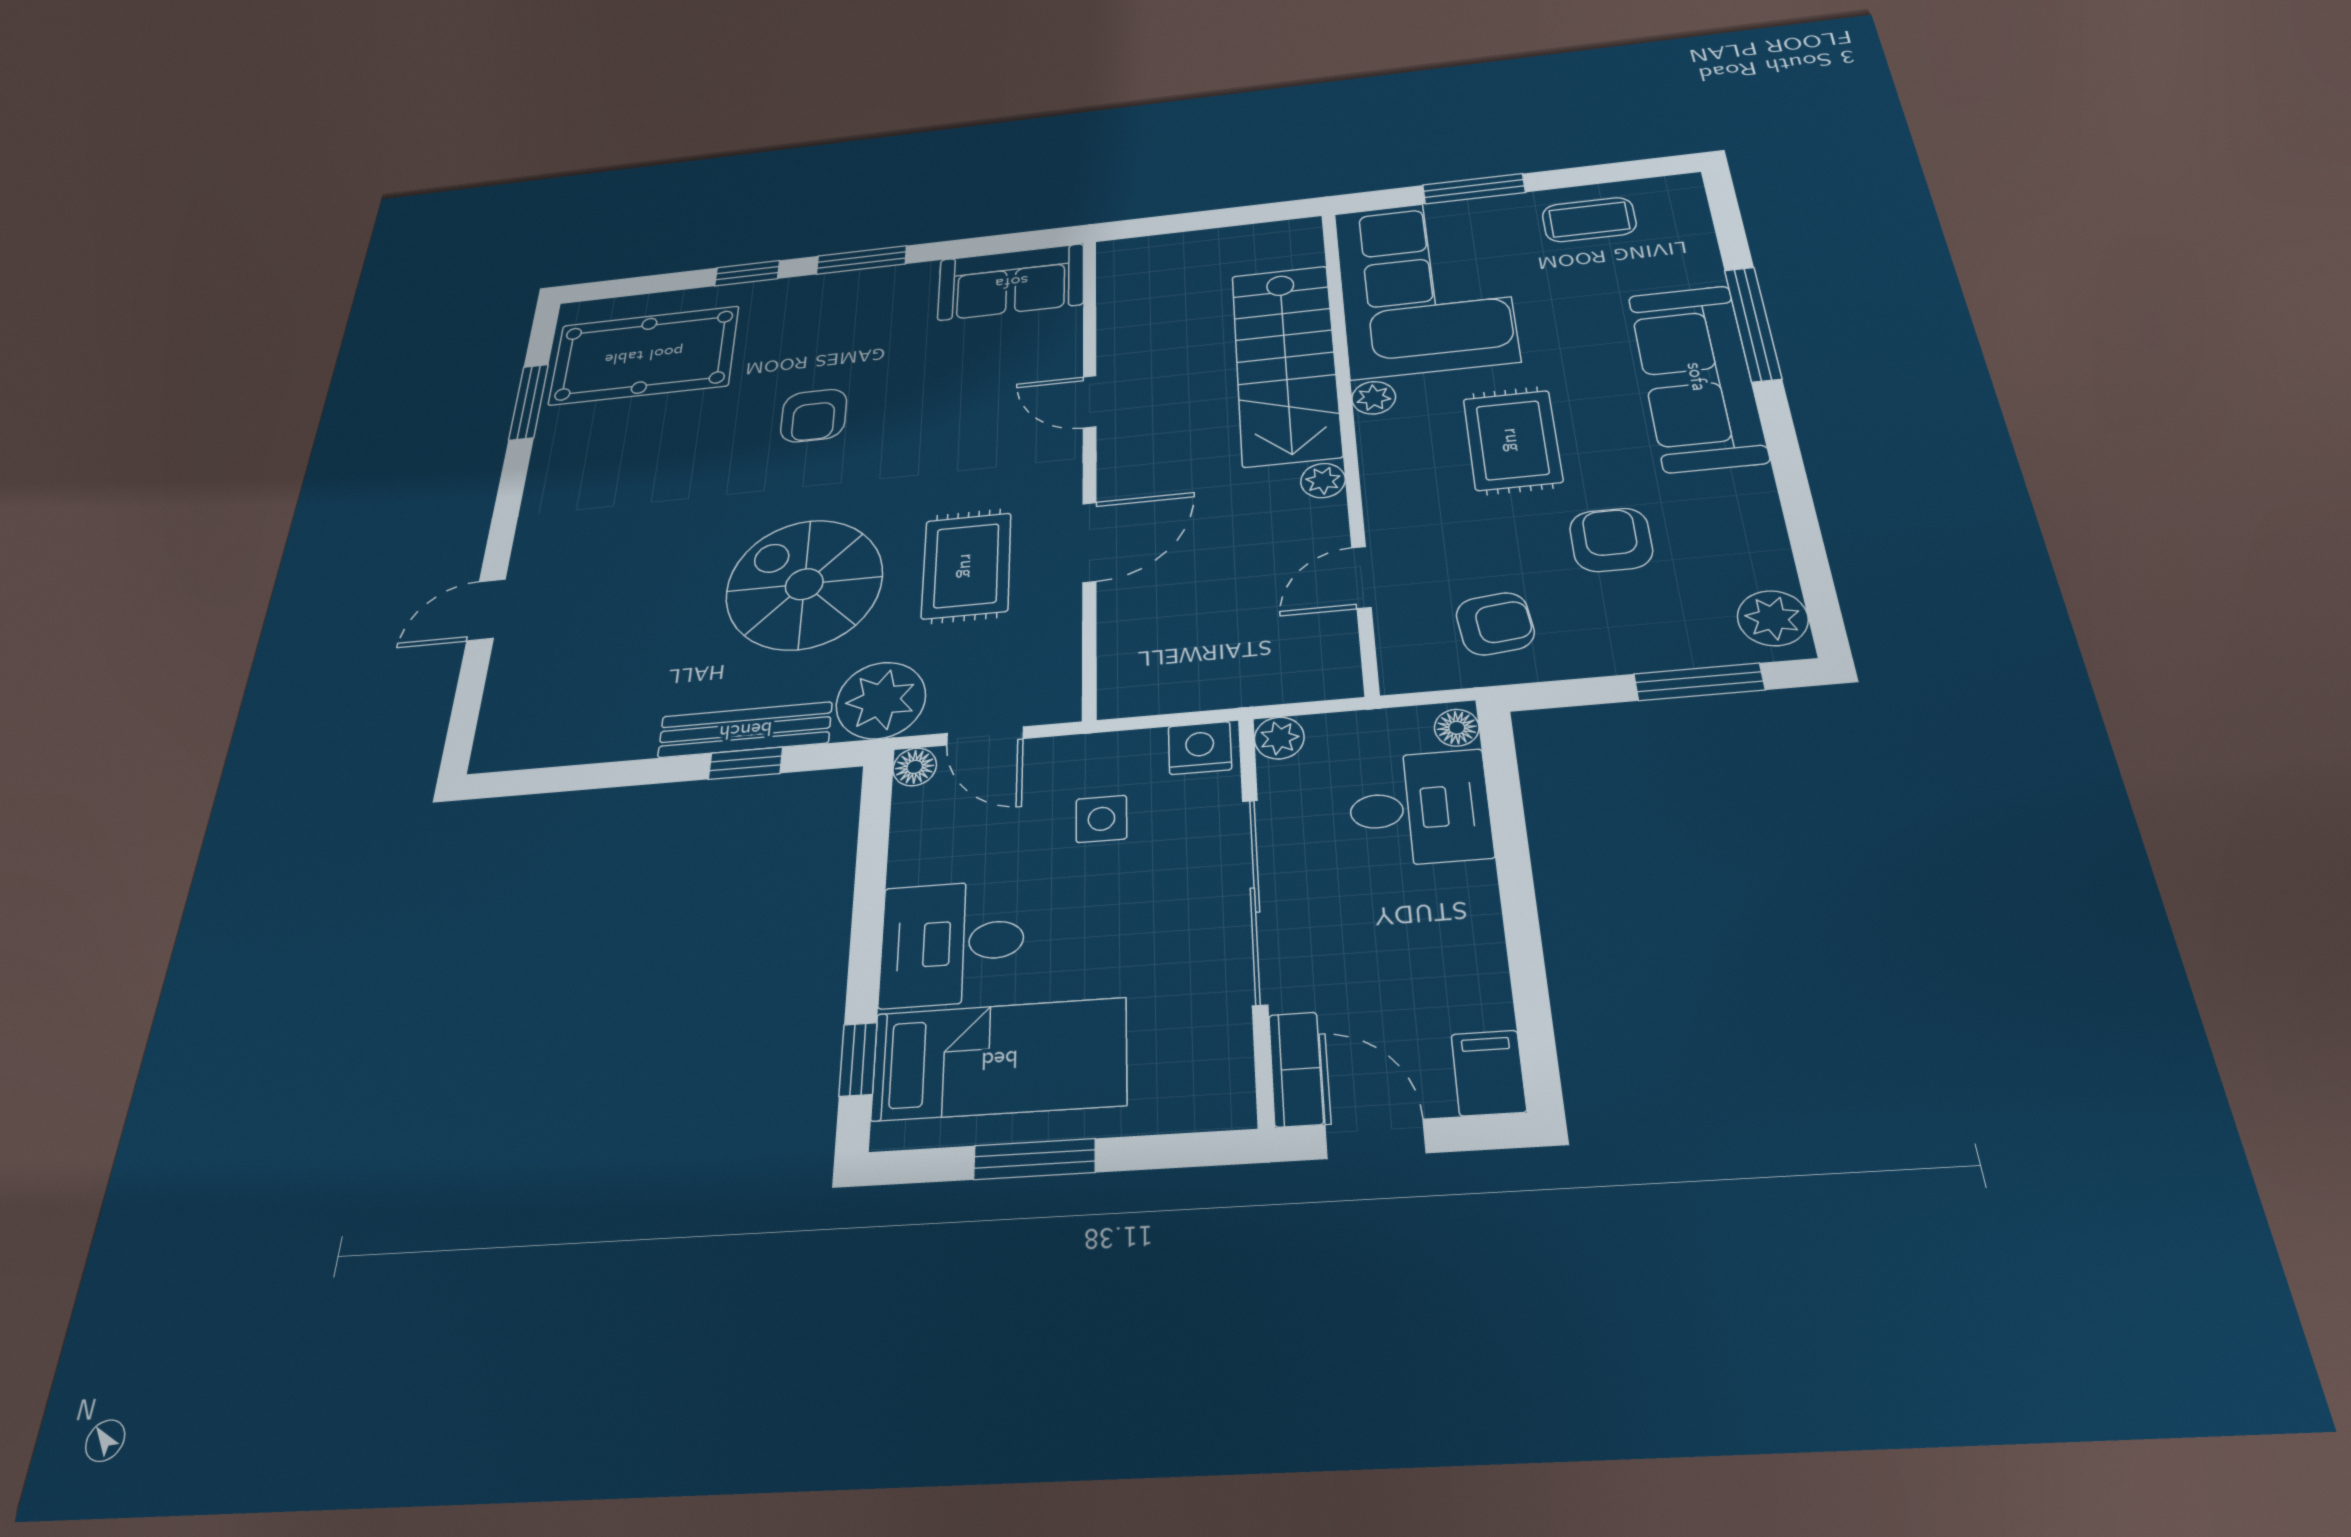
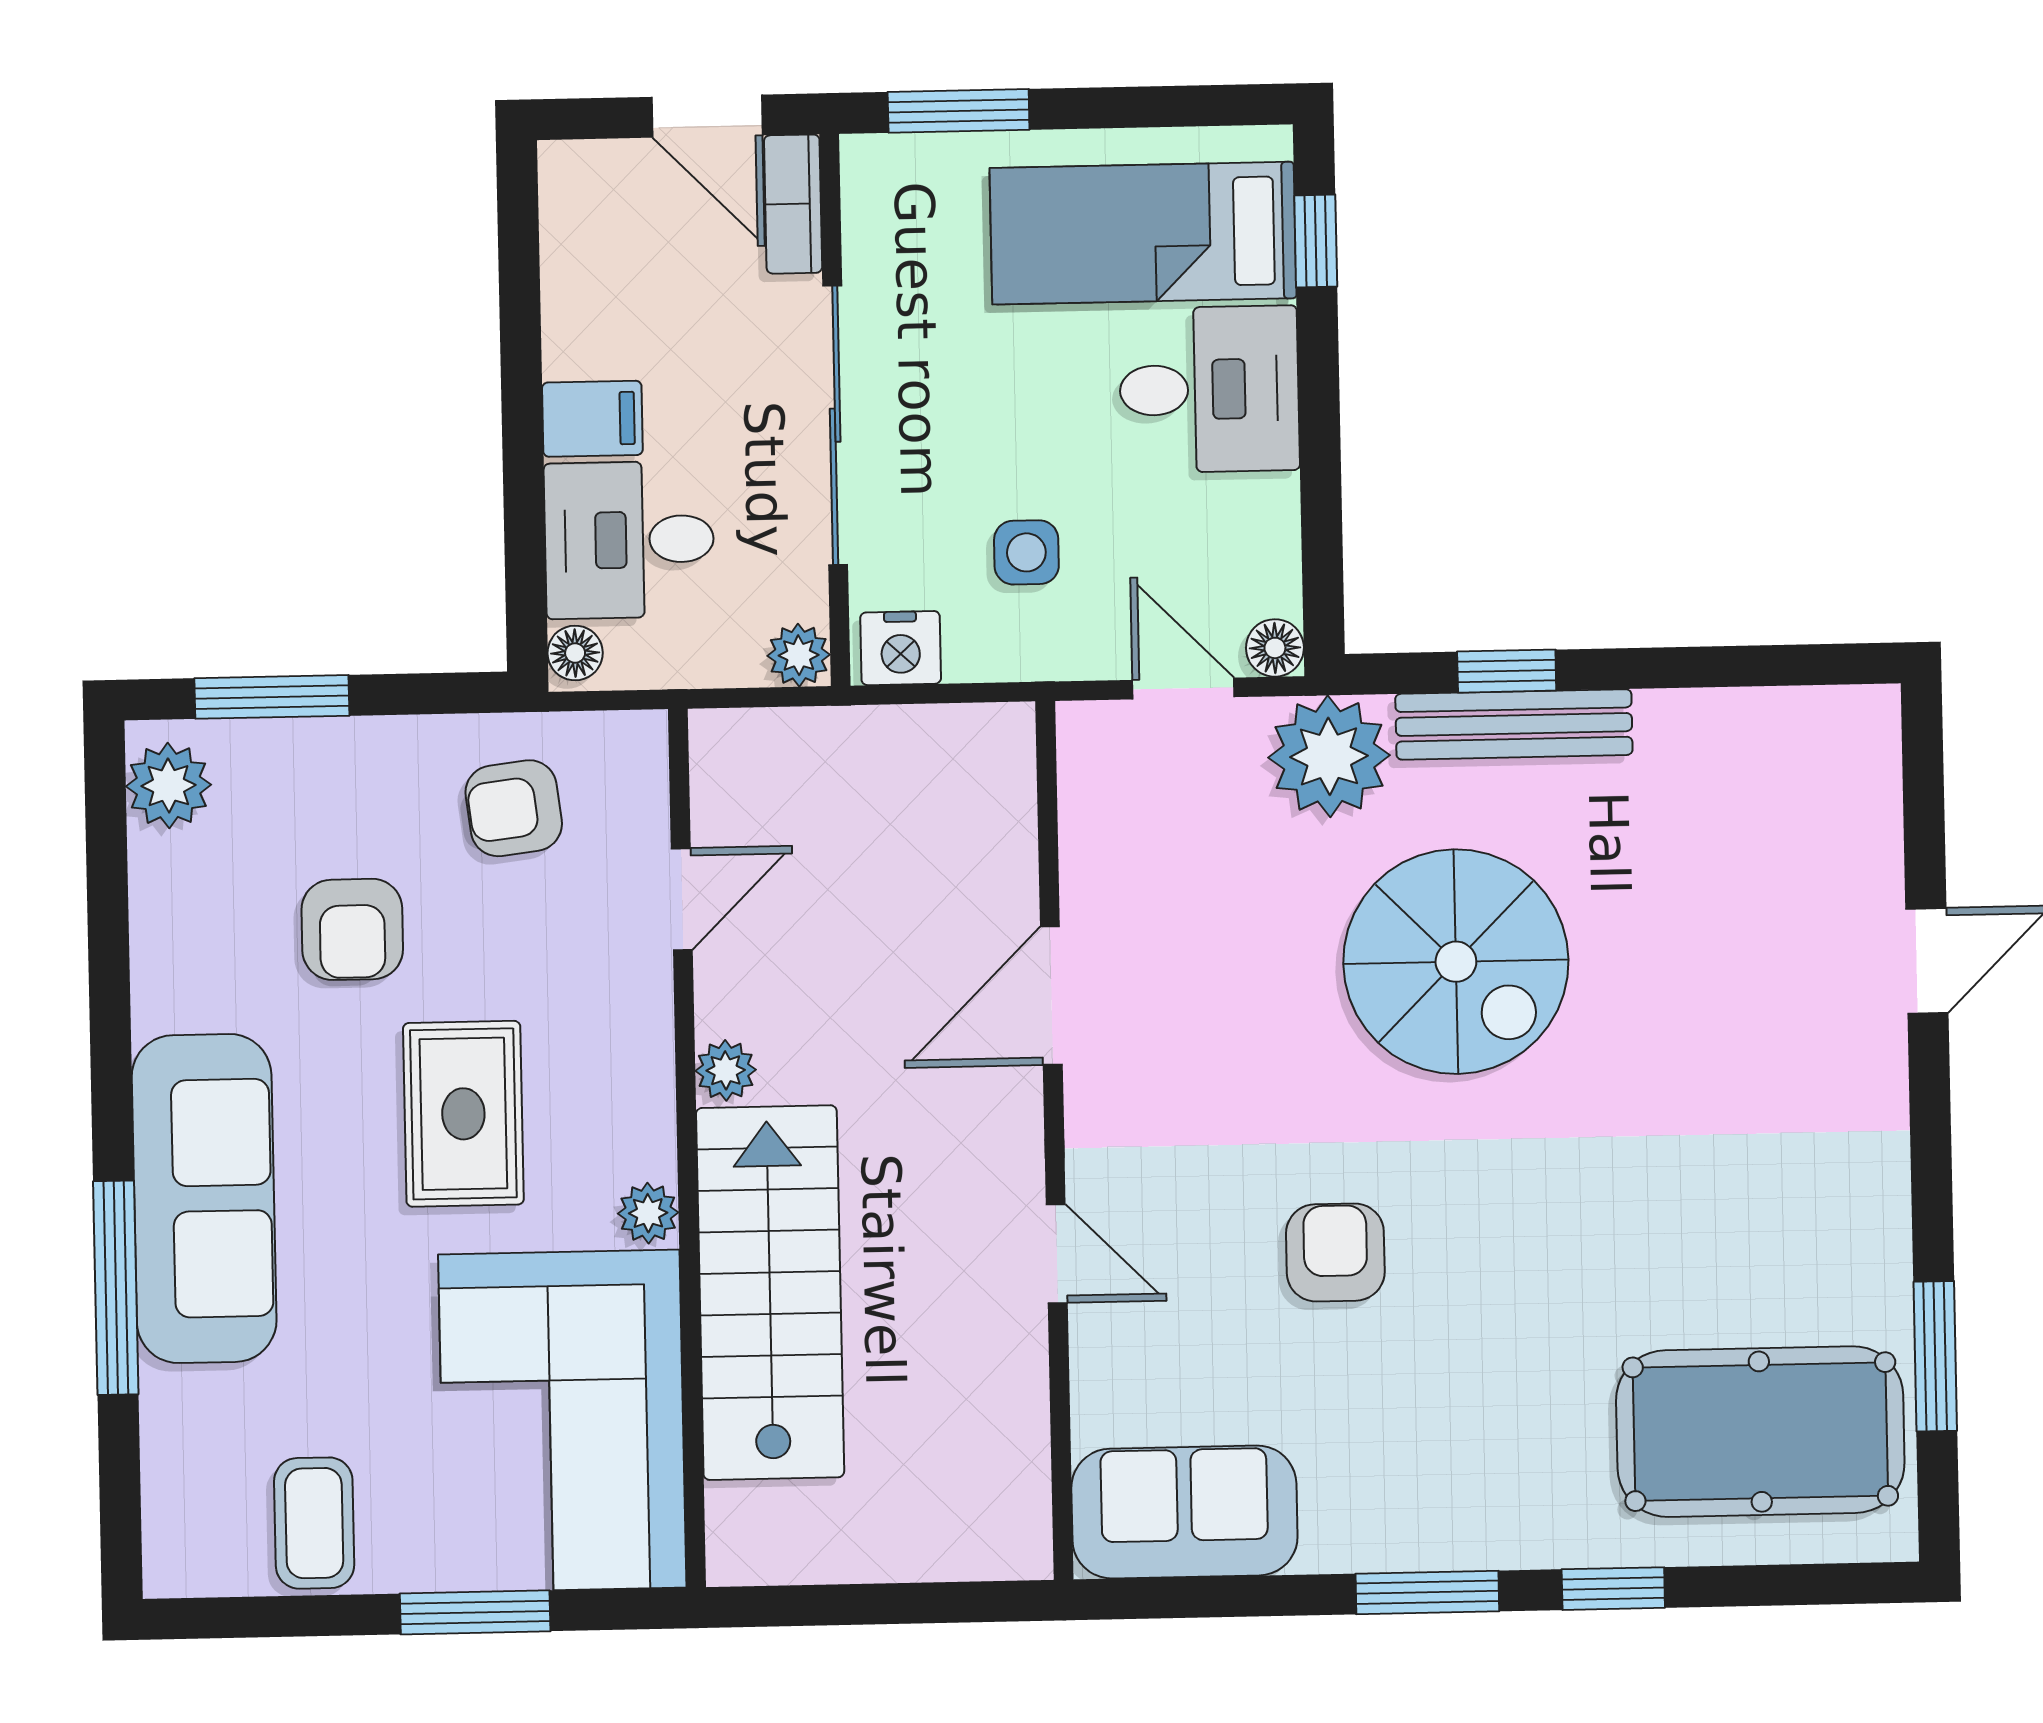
coffee table: (1589, 220) -> (314, 1523), turned 90
armchair: (814, 416) -> (1335, 1252), moved
rug: (967, 566) -> (1224, 972), removed
filing cabinet: (1489, 1073) -> (592, 419), moved, turned -90
window: (1035, 1159) -> (959, 111), moved

